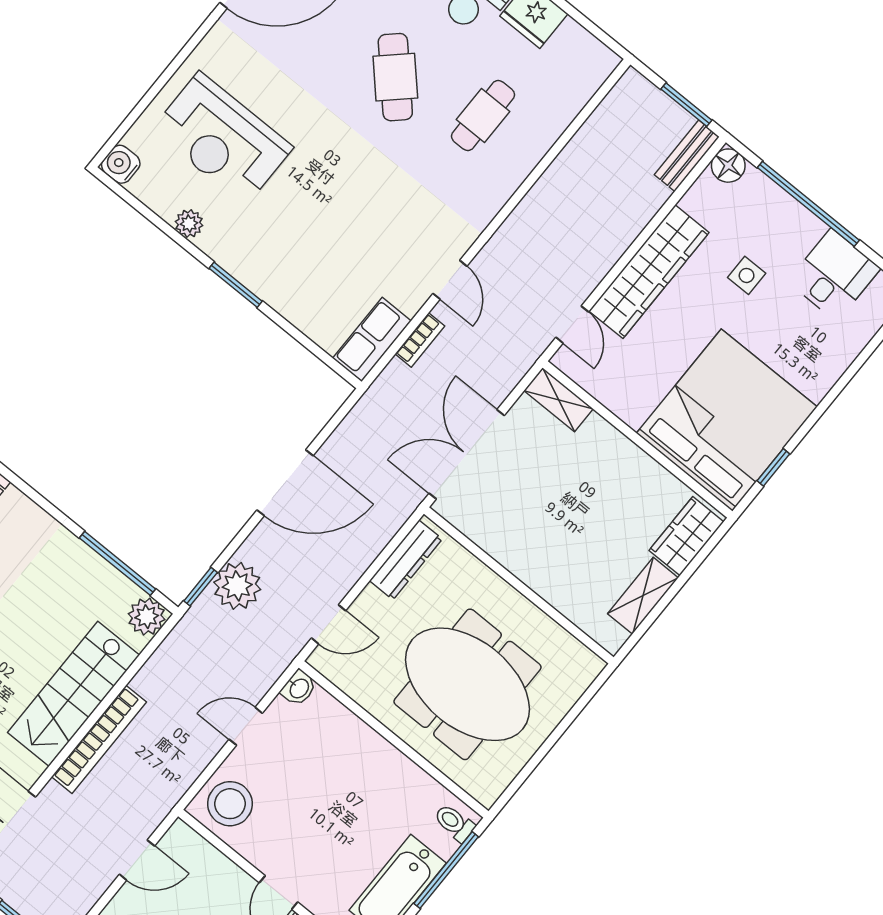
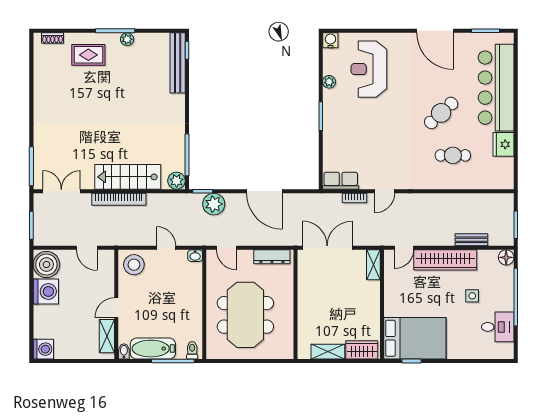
bench: (687, 156) -> (471, 240), moved
bed: (727, 420) -> (415, 338), width x0.73

